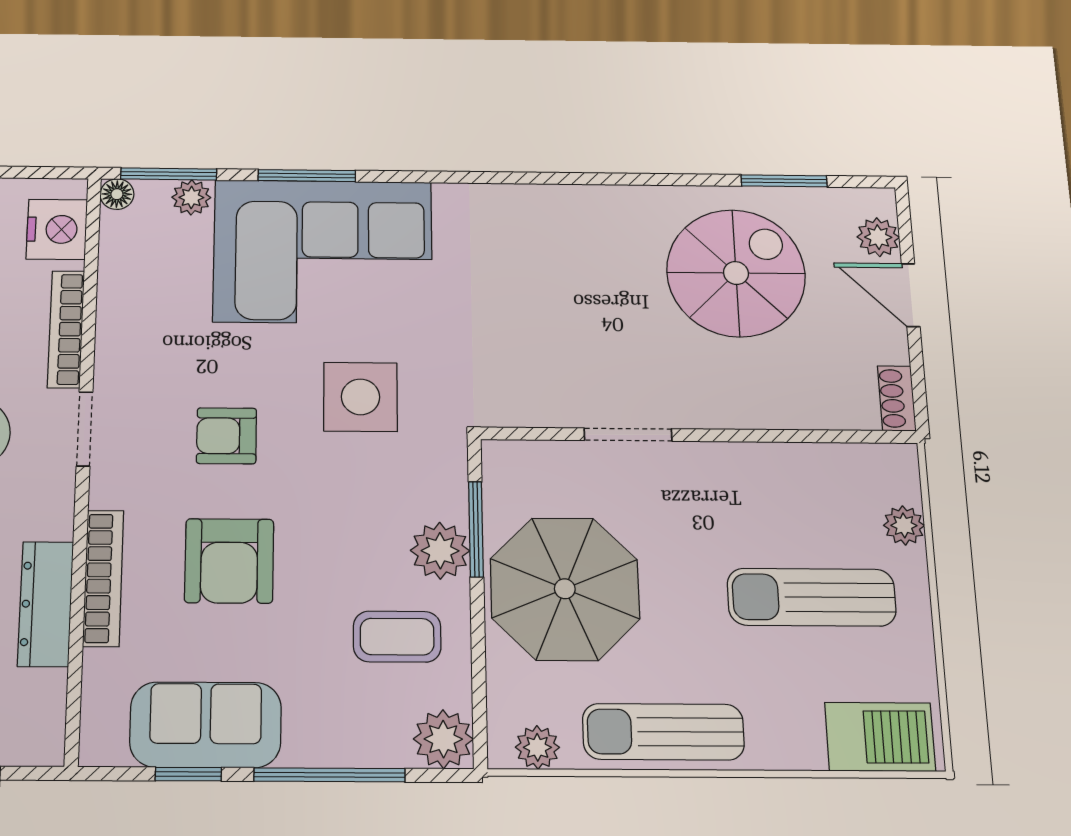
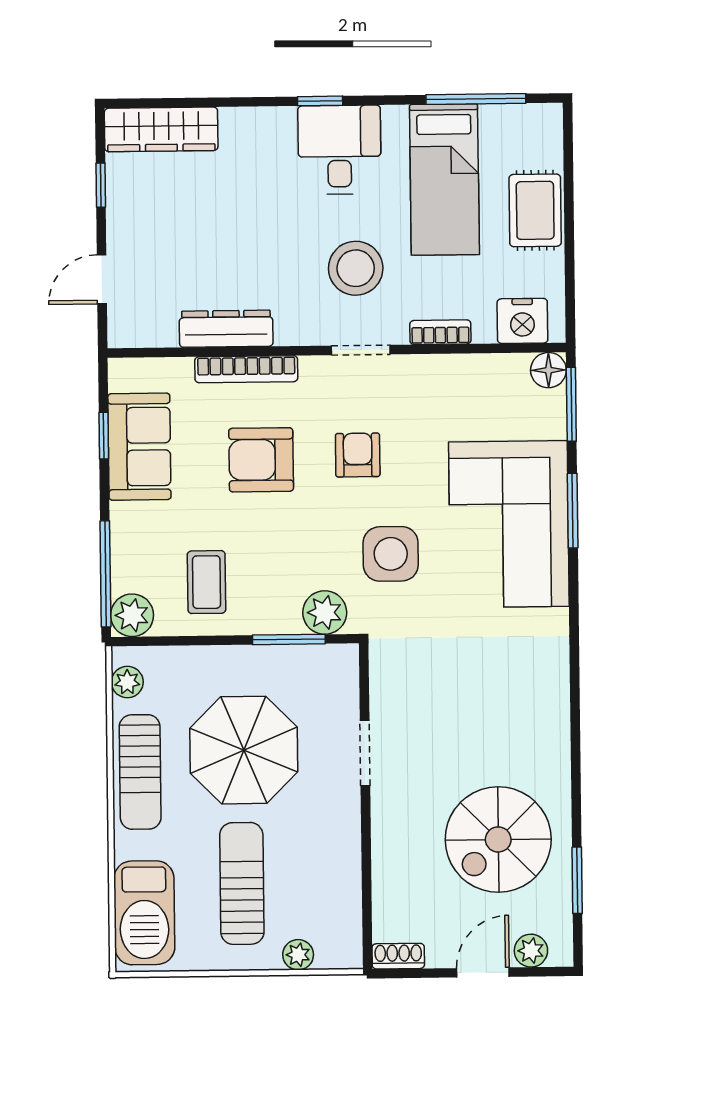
floor lamp: (117, 194) -> (548, 370), width x1.37, depth x1.37
plant: (191, 197) -> (552, 422), removed
spiral stairs: (736, 273) -> (498, 839), turned 90
bookcase: (66, 329) -> (440, 332), width x0.64
plant: (440, 551) -> (325, 613), moved
parasol: (565, 589) -> (244, 750), moved
sun lounger: (663, 732) -> (140, 772), turned 180
barbecue: (880, 737) -> (144, 913), width x1.37, depth x1.21
window: (329, 775) -> (105, 574), moved

